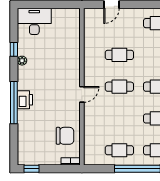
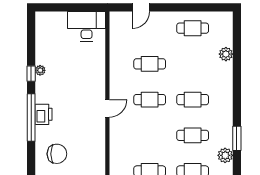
desk: (34, 21) -> (87, 26), moved
window: (14, 49) -> (31, 74), moved
chair: (65, 136) -> (57, 154), moved

